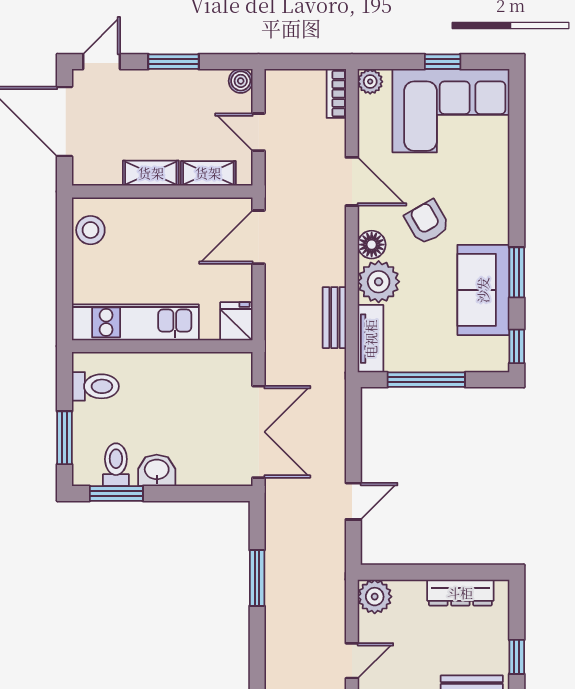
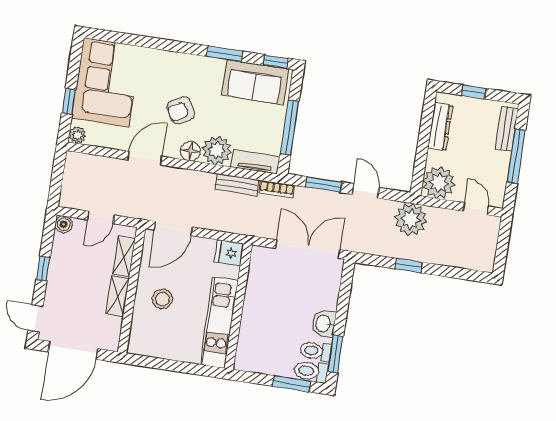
window: (173, 62) -> (43, 269), width x0.67
window: (443, 62) -> (69, 101), moved
bookcase: (336, 94) -> (277, 189), moved
stool: (90, 230) -> (162, 299), moved
door: (259, 237) -> (173, 228), hinge flipped
sofa: (483, 290) -> (255, 82), moved
toilet: (95, 386) -> (311, 371), moved, turned -90
window: (353, 440) -> (324, 184), added
plant: (323, 571) -> (411, 219), added
window: (257, 578) -> (409, 266), width x0.67
plant: (375, 597) -> (439, 183), width x1.36, depth x1.36
window: (517, 657) -> (474, 92), moved

